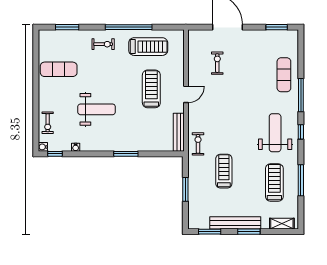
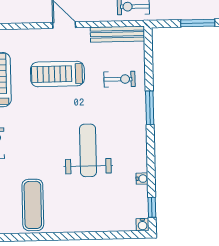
exercise bike: (48, 123) -> (120, 79), moved

